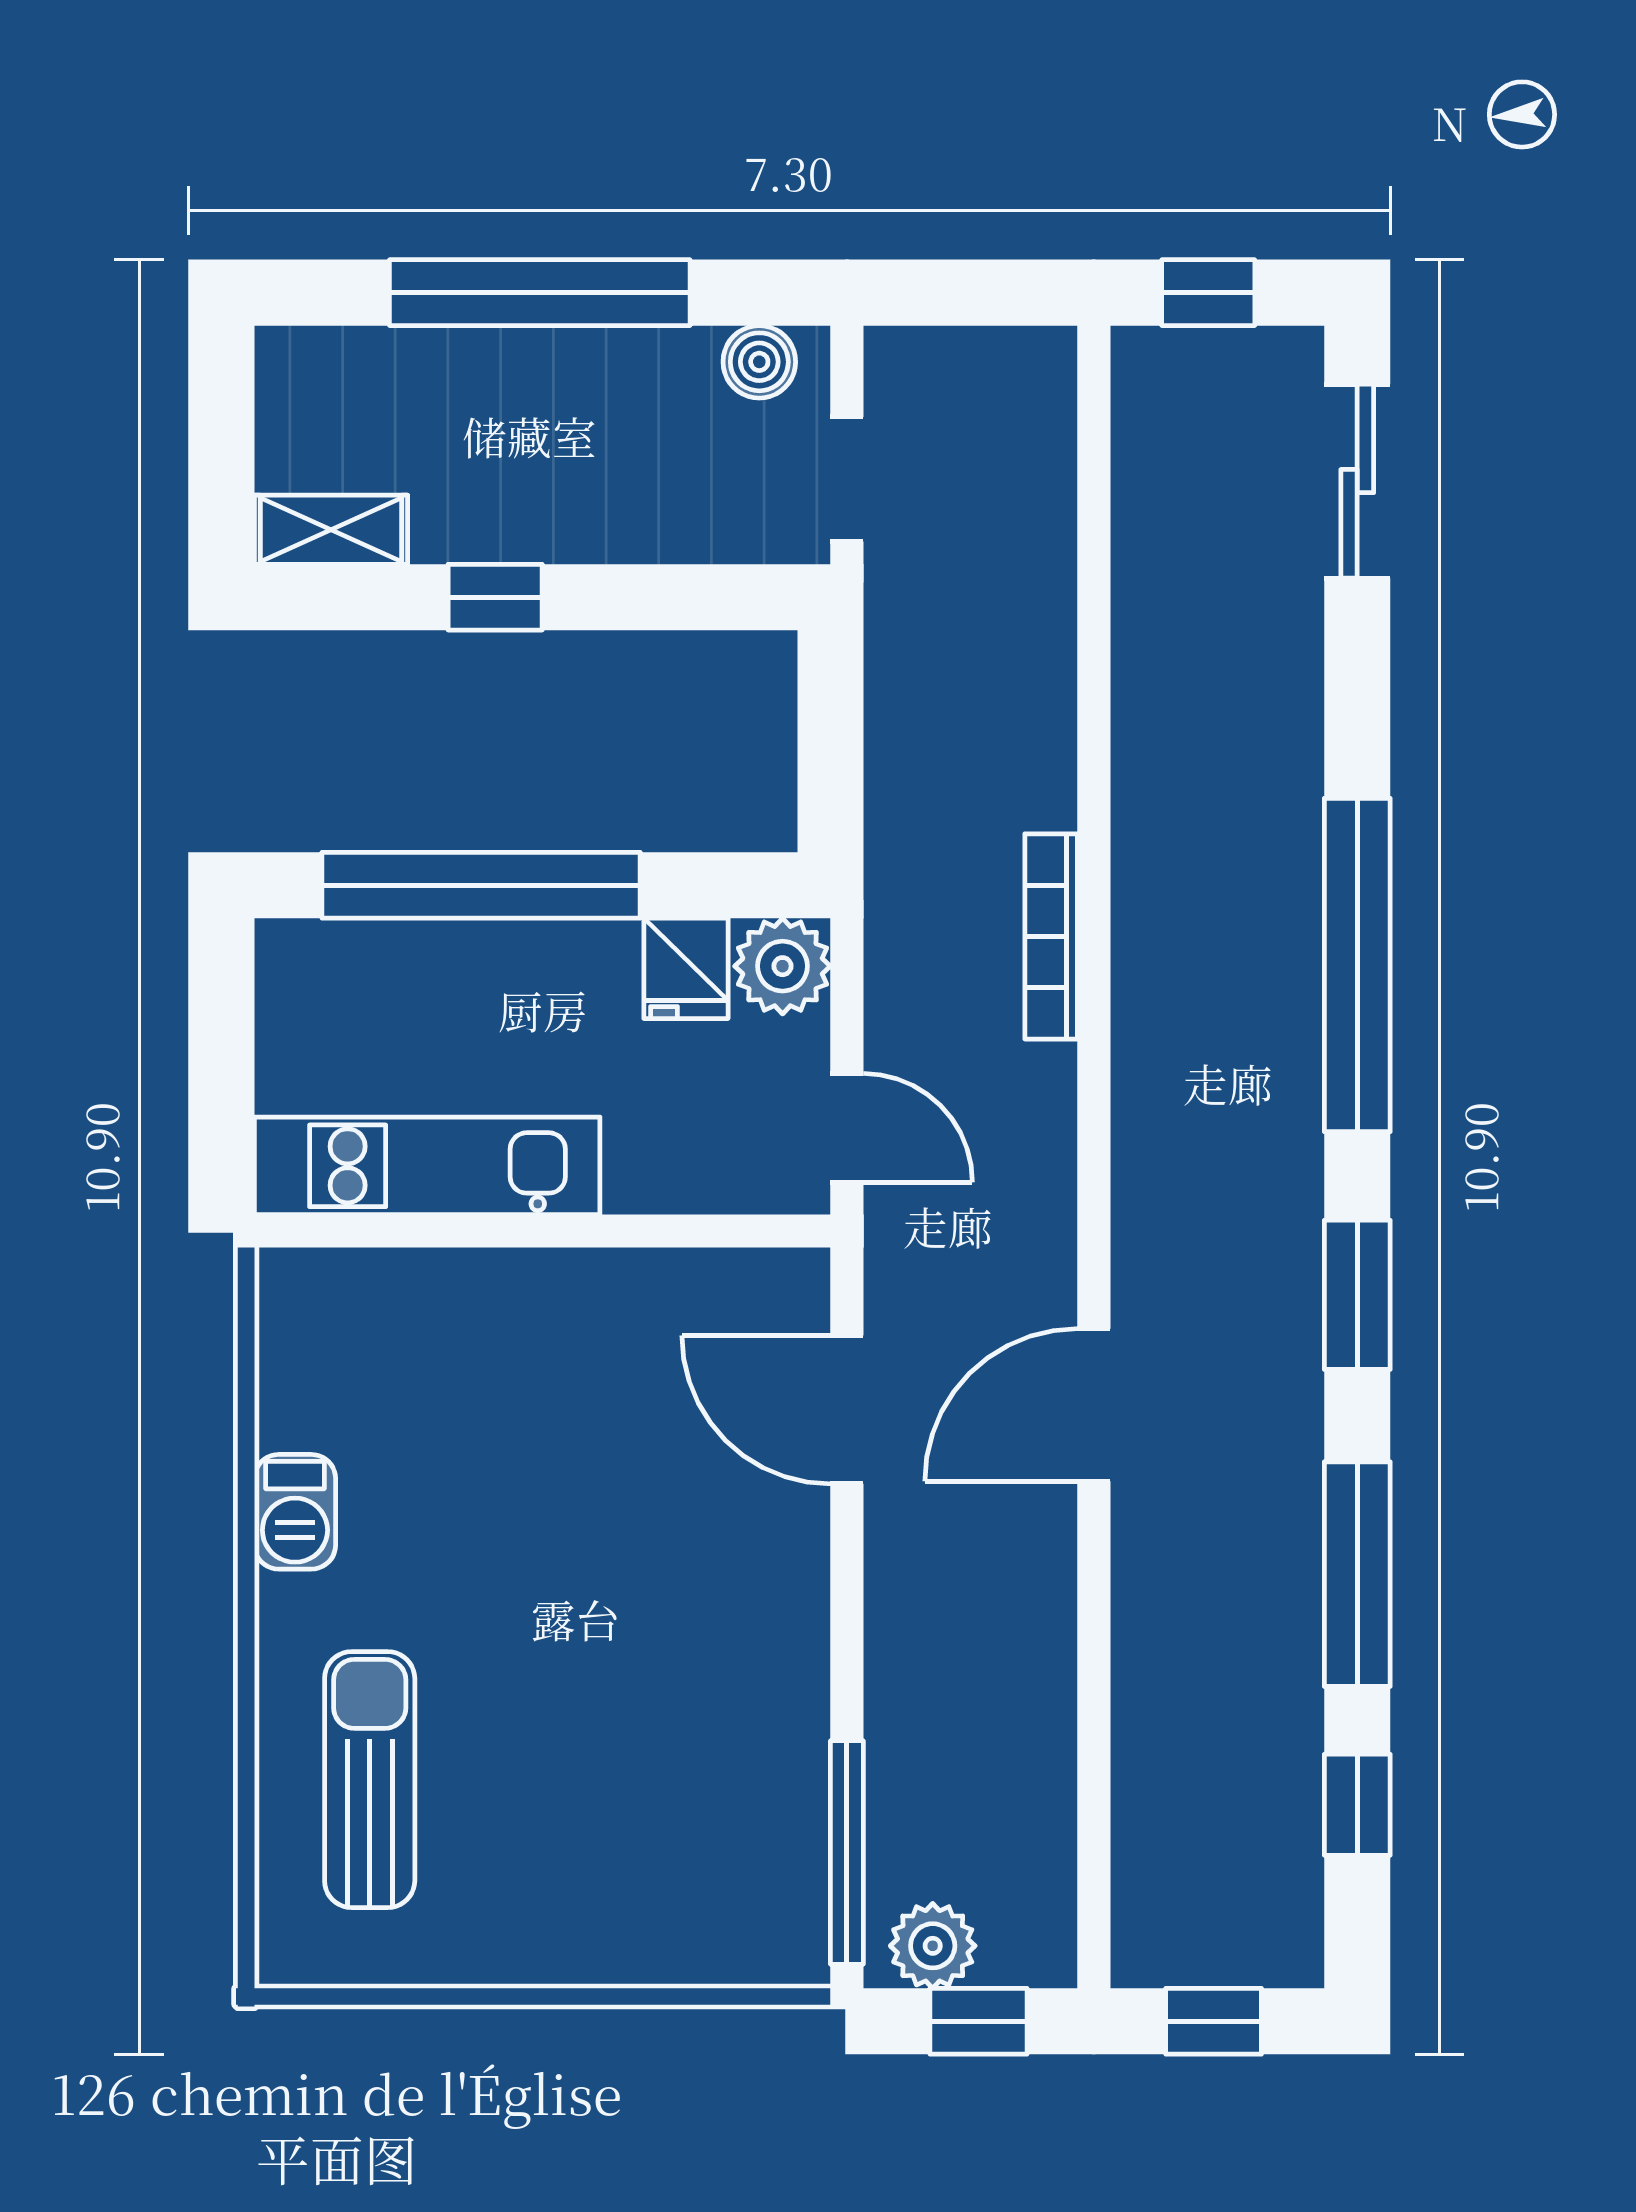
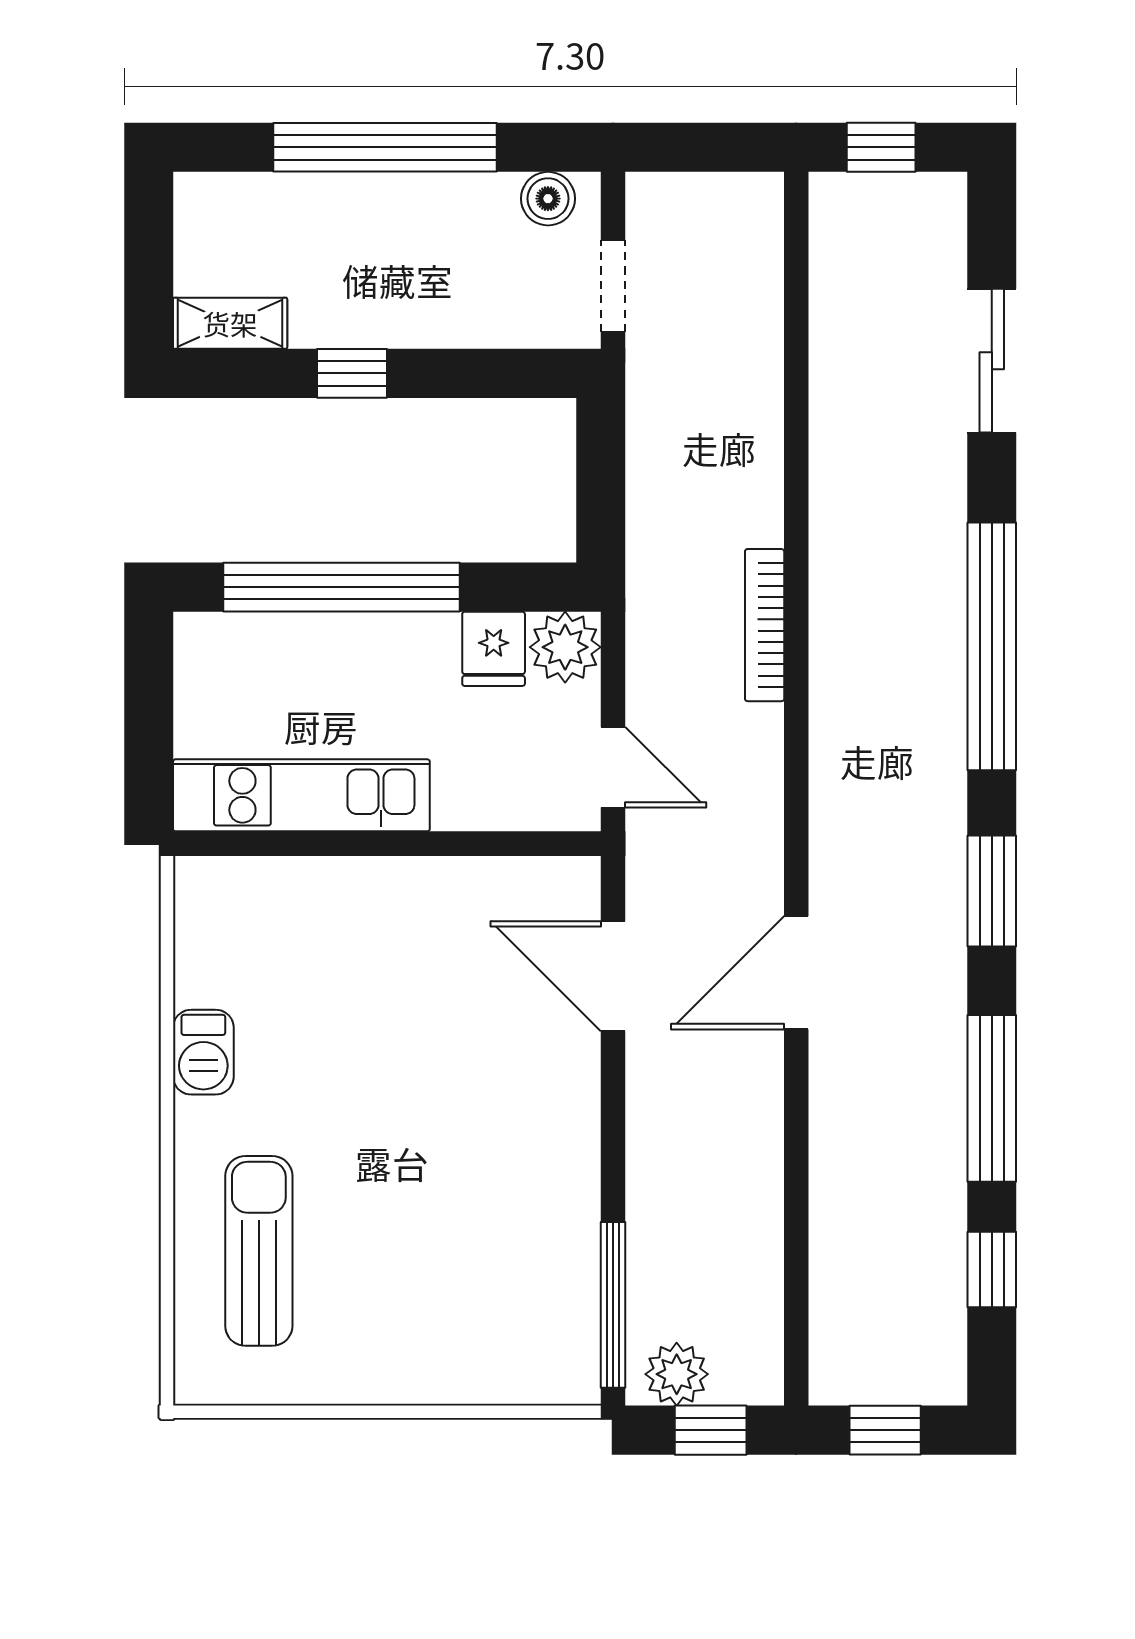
sliding door: (1357, 481) -> (992, 361), moved

